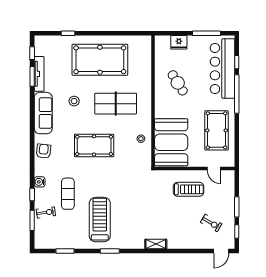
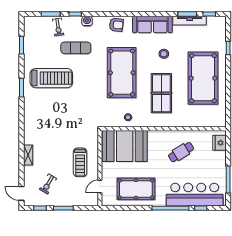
fridge: (179, 42) -> (220, 143), moved
pool table: (94, 145) -> (122, 73), width x1.36, depth x1.32
shelving: (156, 244) -> (28, 155), moved

